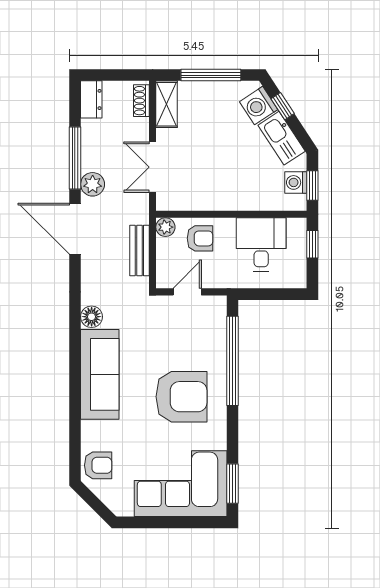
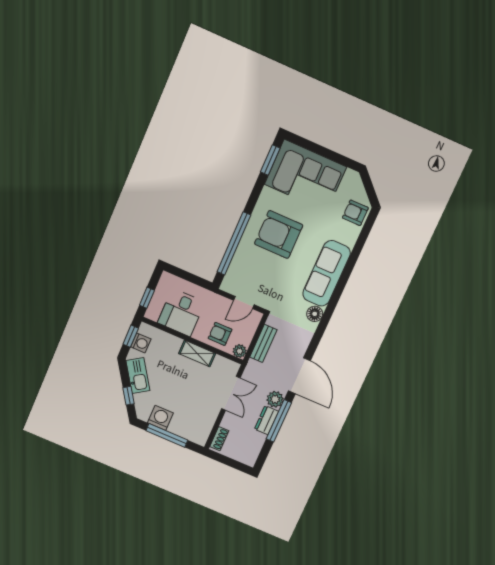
dresser: (91, 99) -> (267, 420), moved
shelving: (167, 104) -> (197, 353), moved, turned 90
washing machine: (259, 106) -> (160, 418), moved, turned -57

